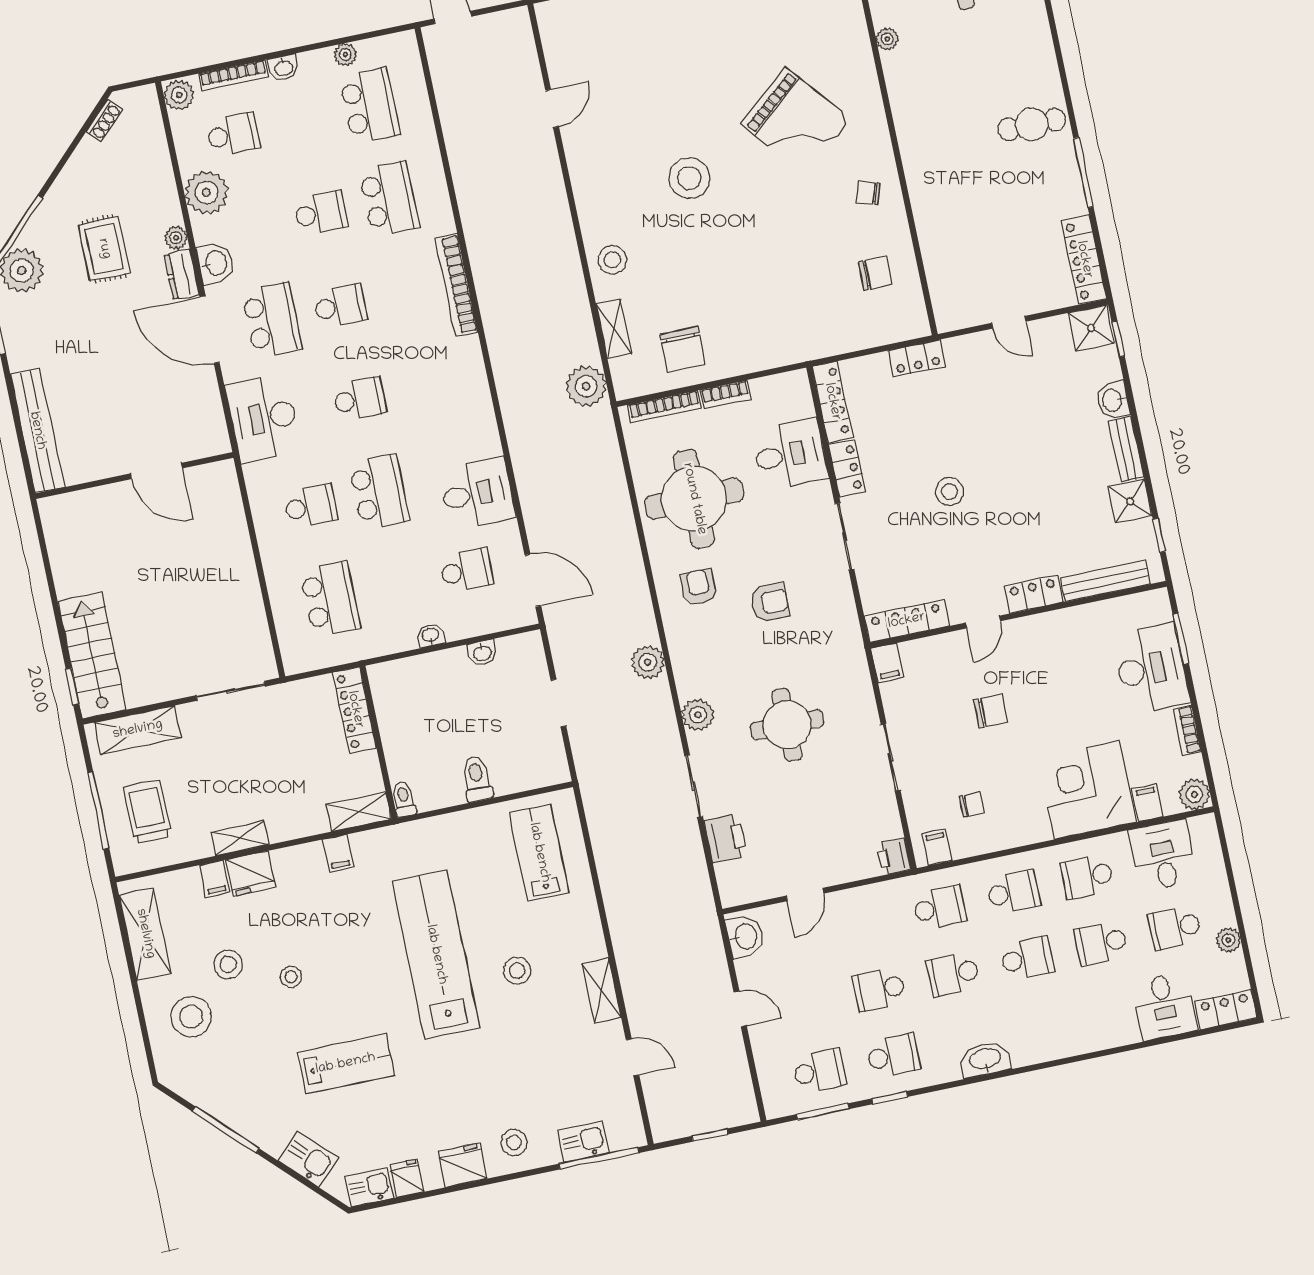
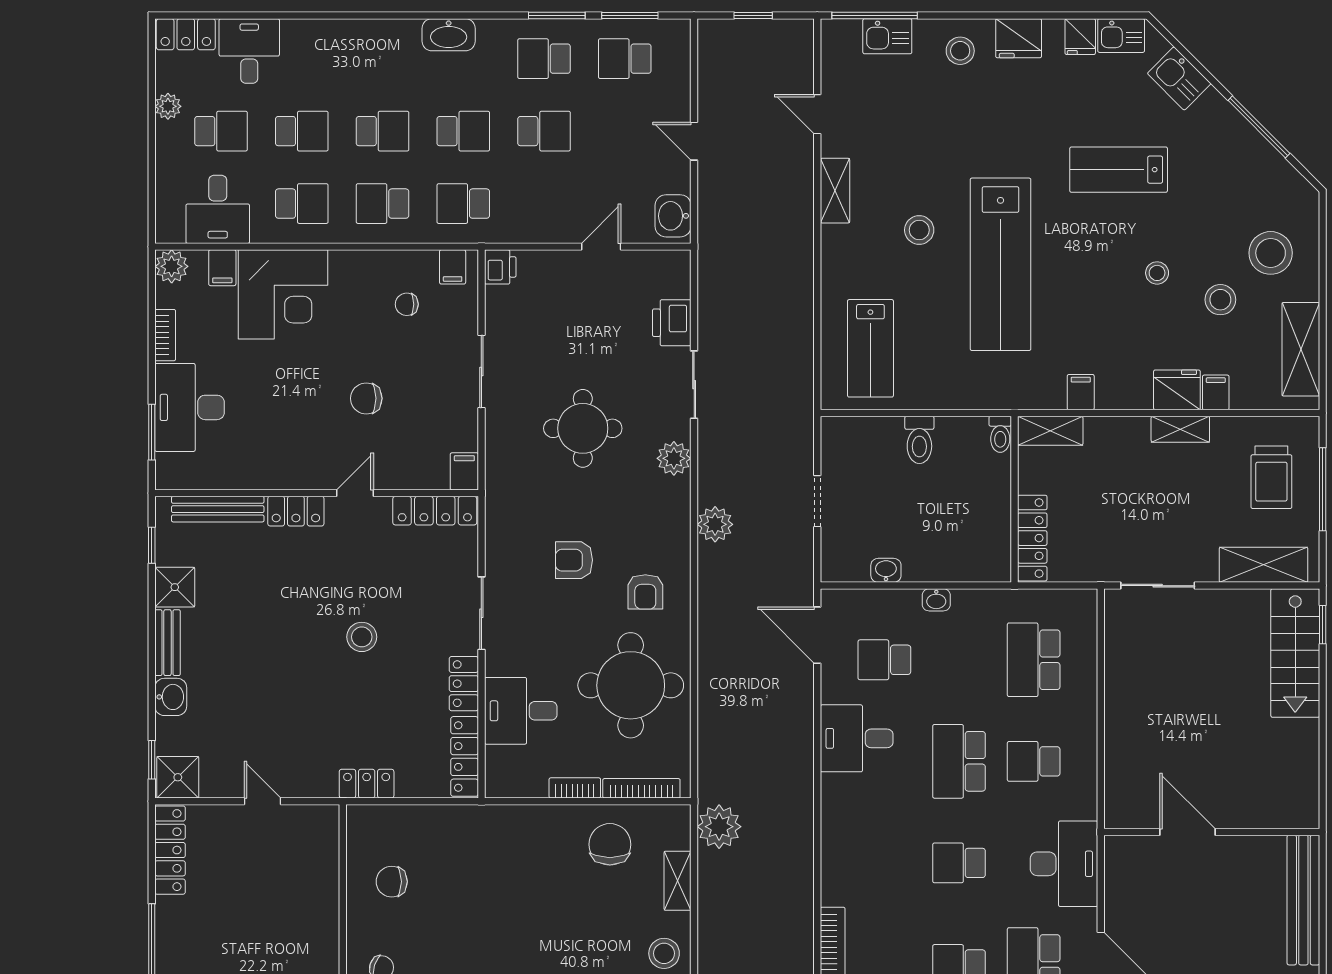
school desk: (1027, 959) -> (383, 131), turned 180
window: (890, 1098) -> (557, 16), width x1.50

